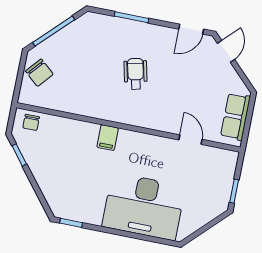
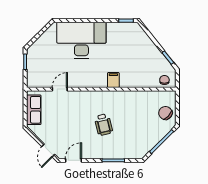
door: (190, 140) -> (60, 89), swing flipped

